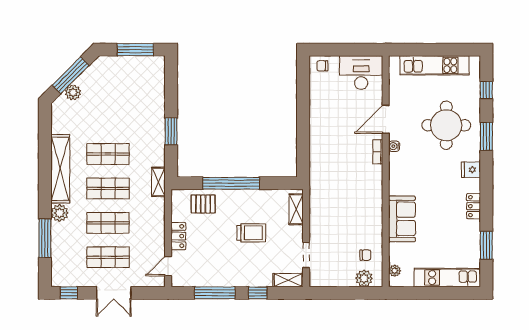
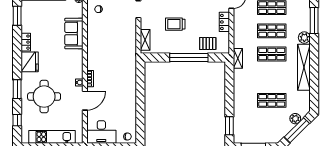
window: (171, 131) -> (229, 126), moved
shop shelf: (108, 154) -> (272, 100), moved
fridge: (471, 170) -> (30, 62), width x1.88, depth x1.34

